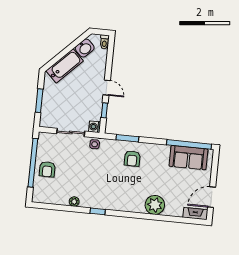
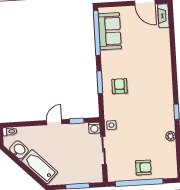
window: (127, 138) -> (100, 82), moved
armchair: (132, 159) -> (119, 86), turned -90
plant: (155, 205) -> (161, 57), removed

